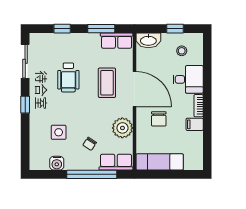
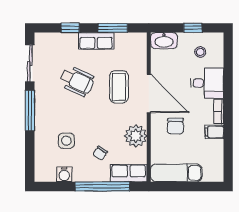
row of seats: (117, 41) -> (96, 41), moved
wheelchair: (68, 77) -> (77, 81), turned -65
window: (25, 105) -> (30, 111), width x2.17

